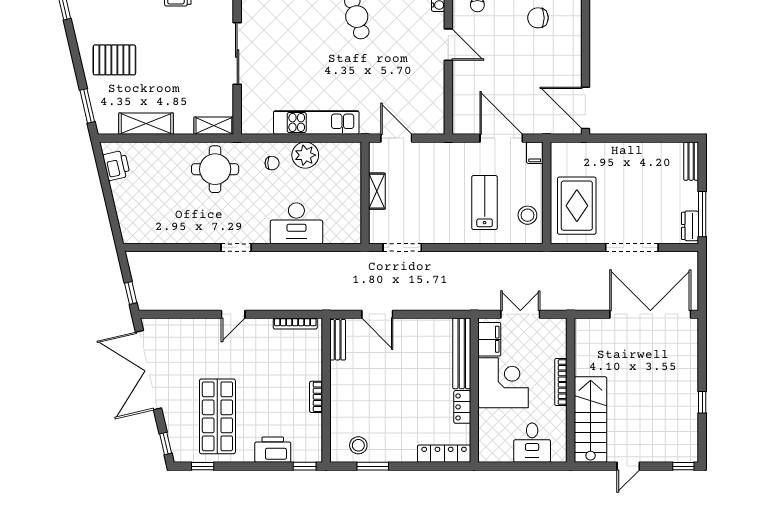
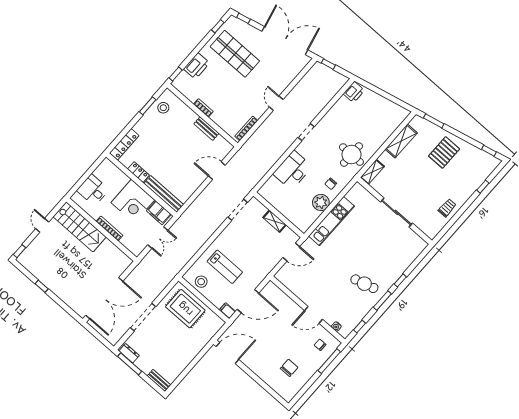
printer: (116, 165) -> (354, 92), moved, turned -77
bench: (338, 340) -> (206, 129), moved

